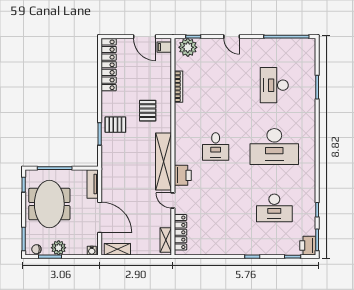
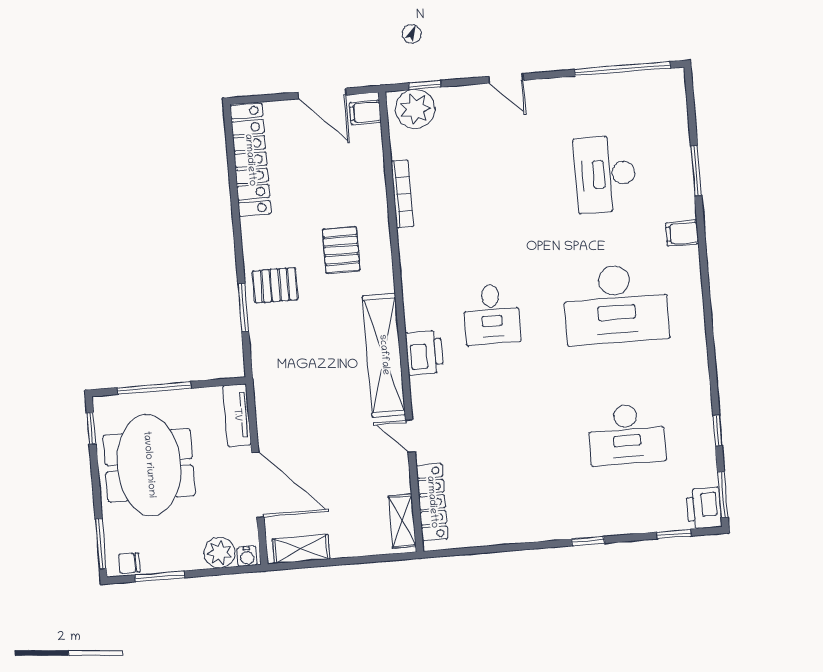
filing cabinet: (308, 116) -> (682, 233), added
printer: (183, 175) -> (424, 352), moved
plant: (59, 248) -> (219, 553), moved

